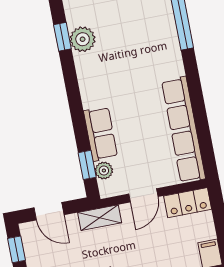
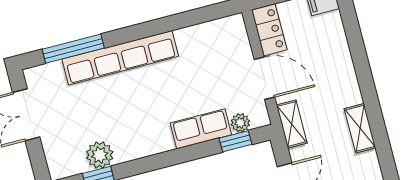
row of seats: (184, 130) -> (120, 58), moved
door: (143, 195) -> (264, 78), width x1.37

